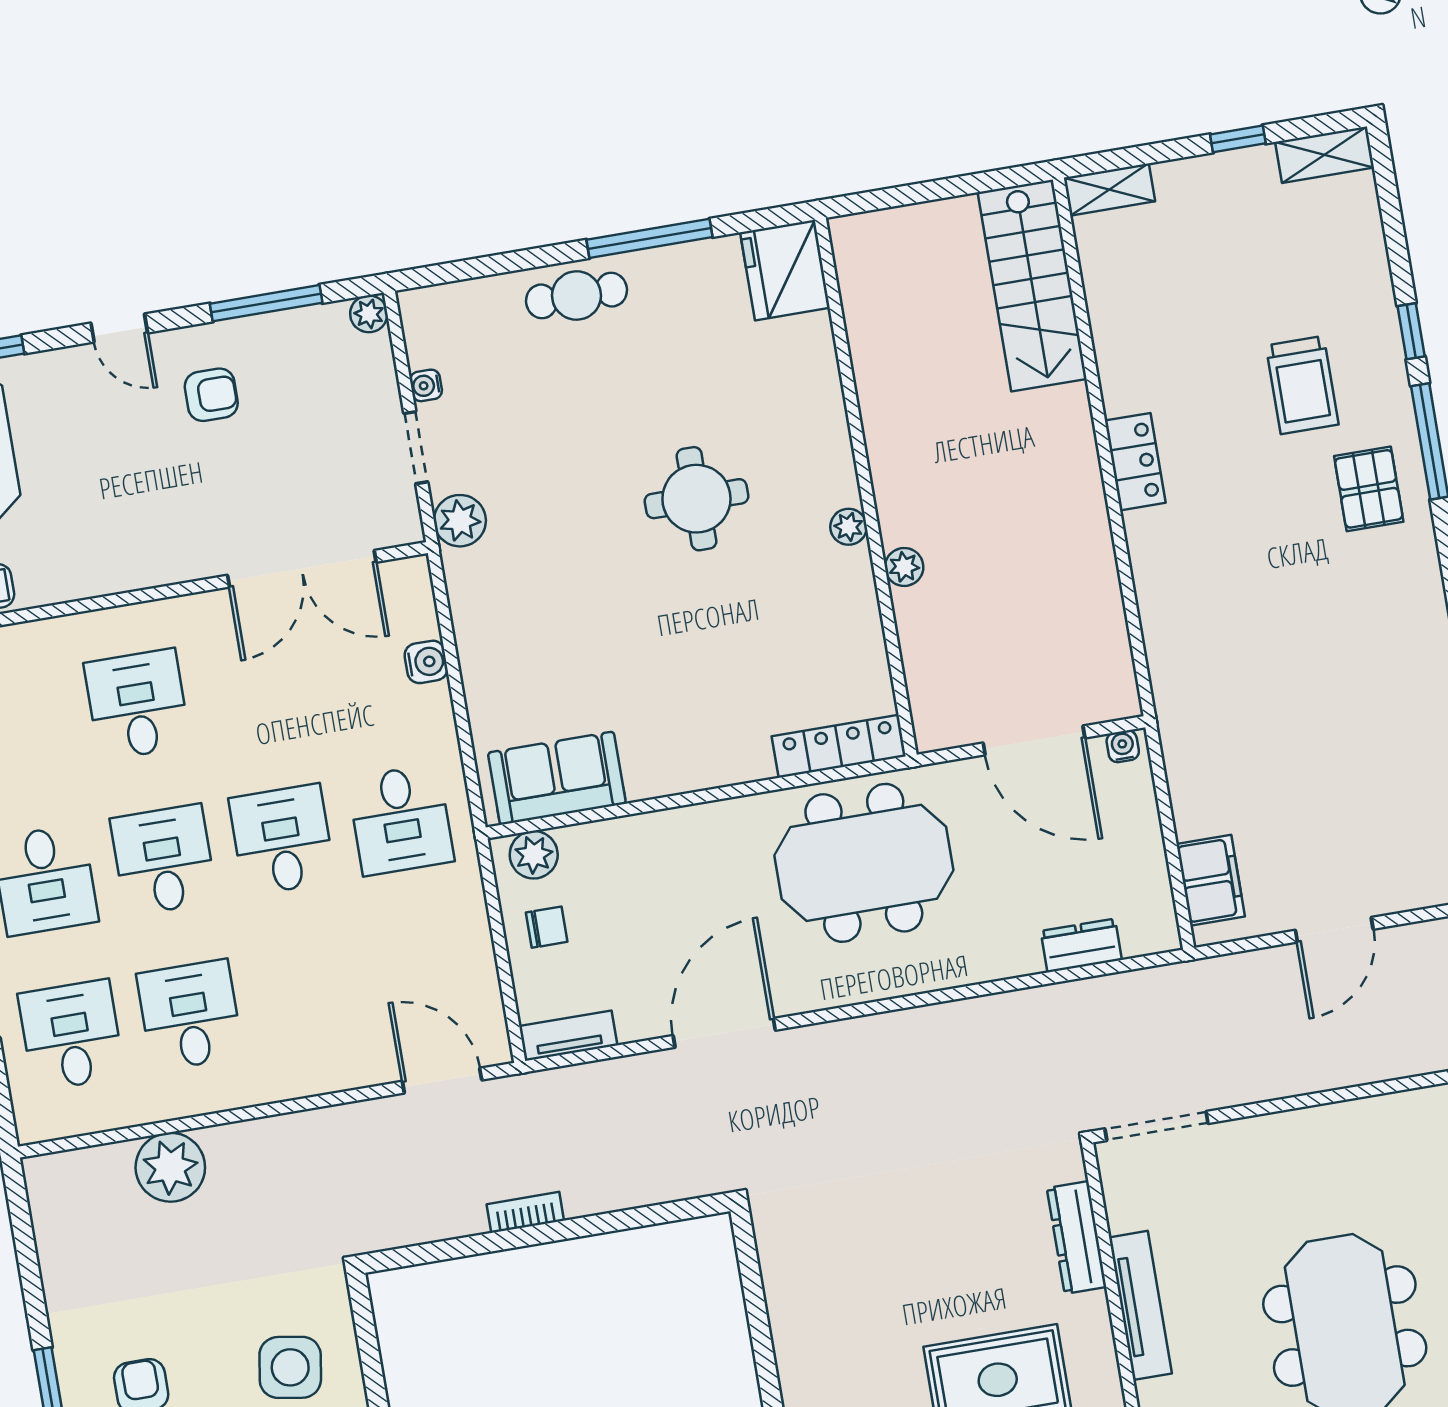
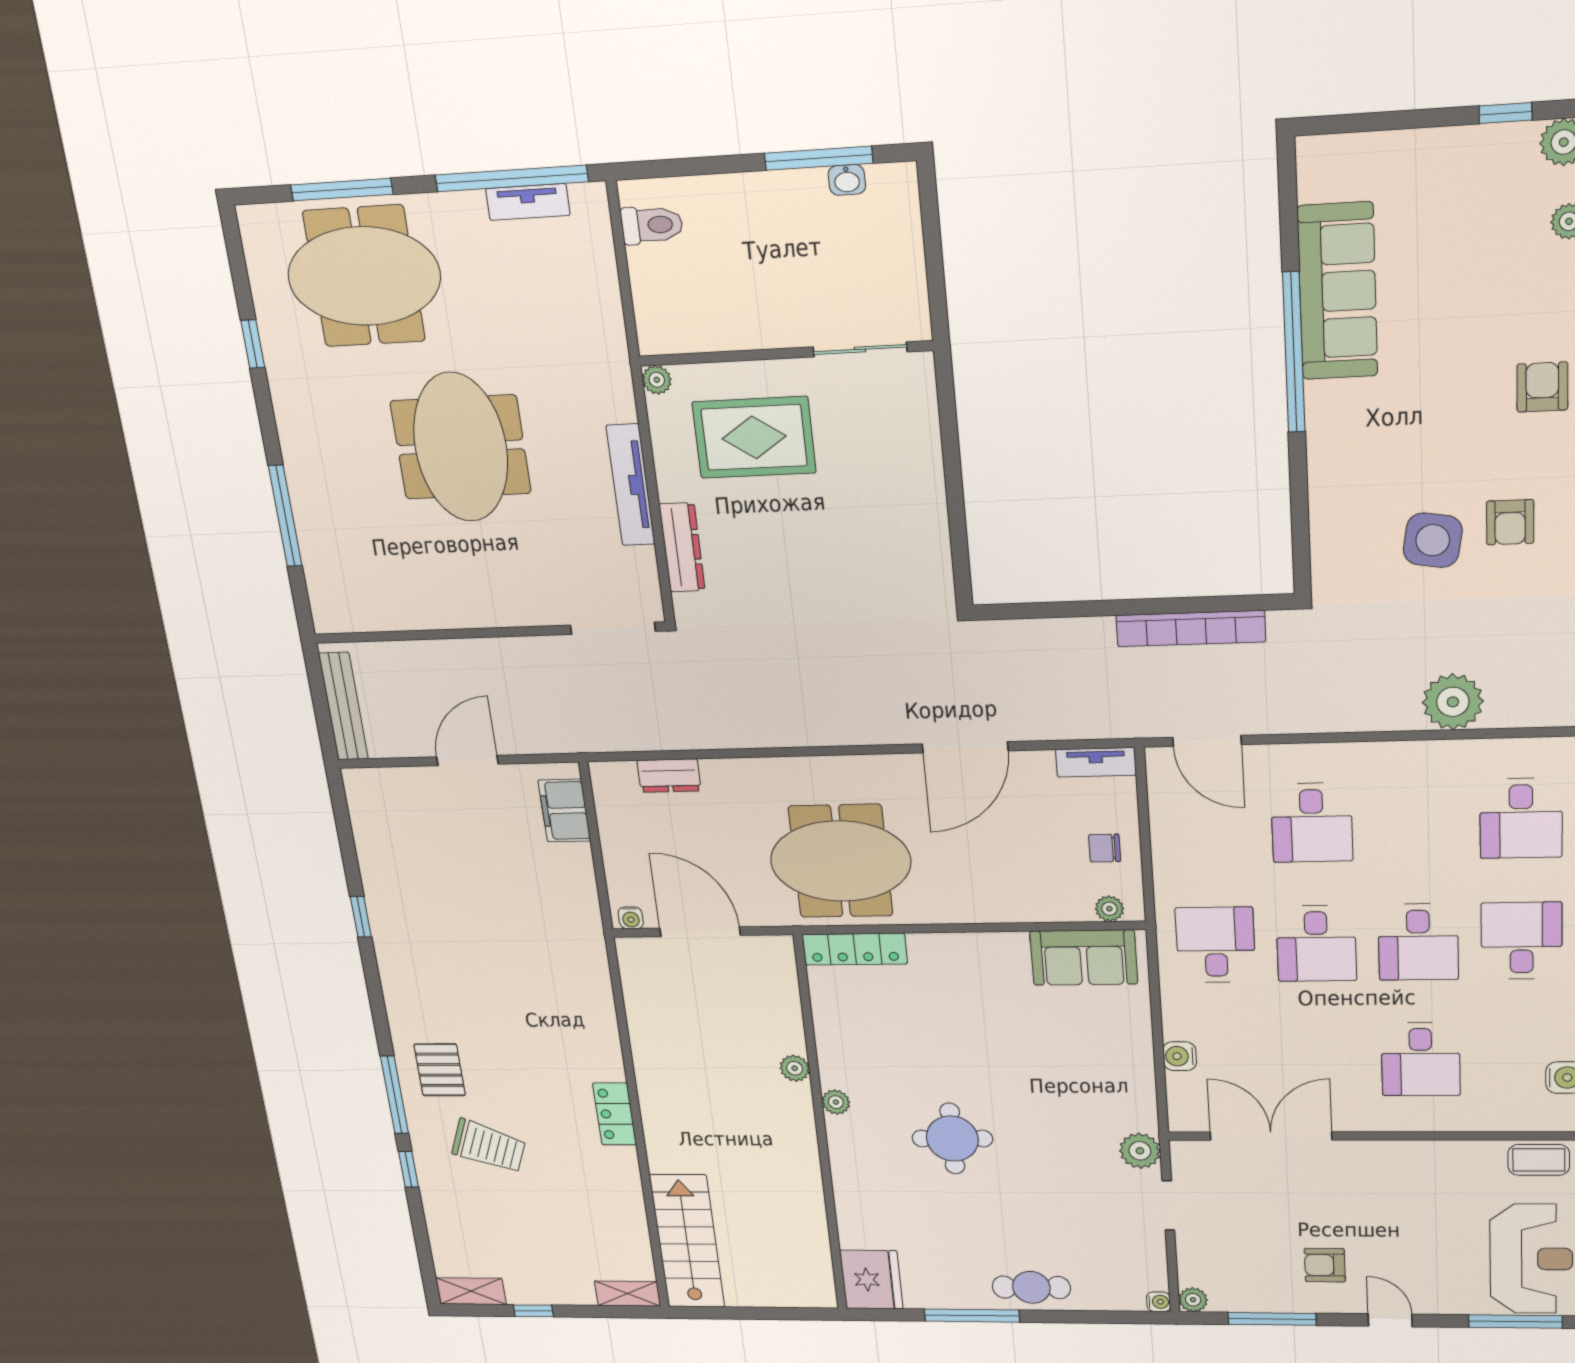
water cooler: (426, 385) -> (1159, 1302), moved
trolley: (1302, 385) -> (489, 1146), turned 111
plant: (534, 855) -> (1109, 909), width x0.73, depth x0.73
desk: (190, 1015) -> (1312, 823), moved
bookcase: (525, 1212) -> (1191, 629), width x2.31, depth x1.31
side table: (290, 1367) -> (1433, 540), moved

